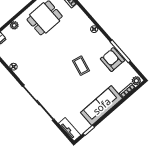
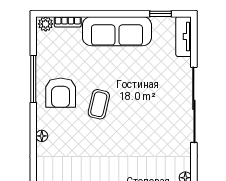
armchair: (112, 60) -> (61, 93), moved

